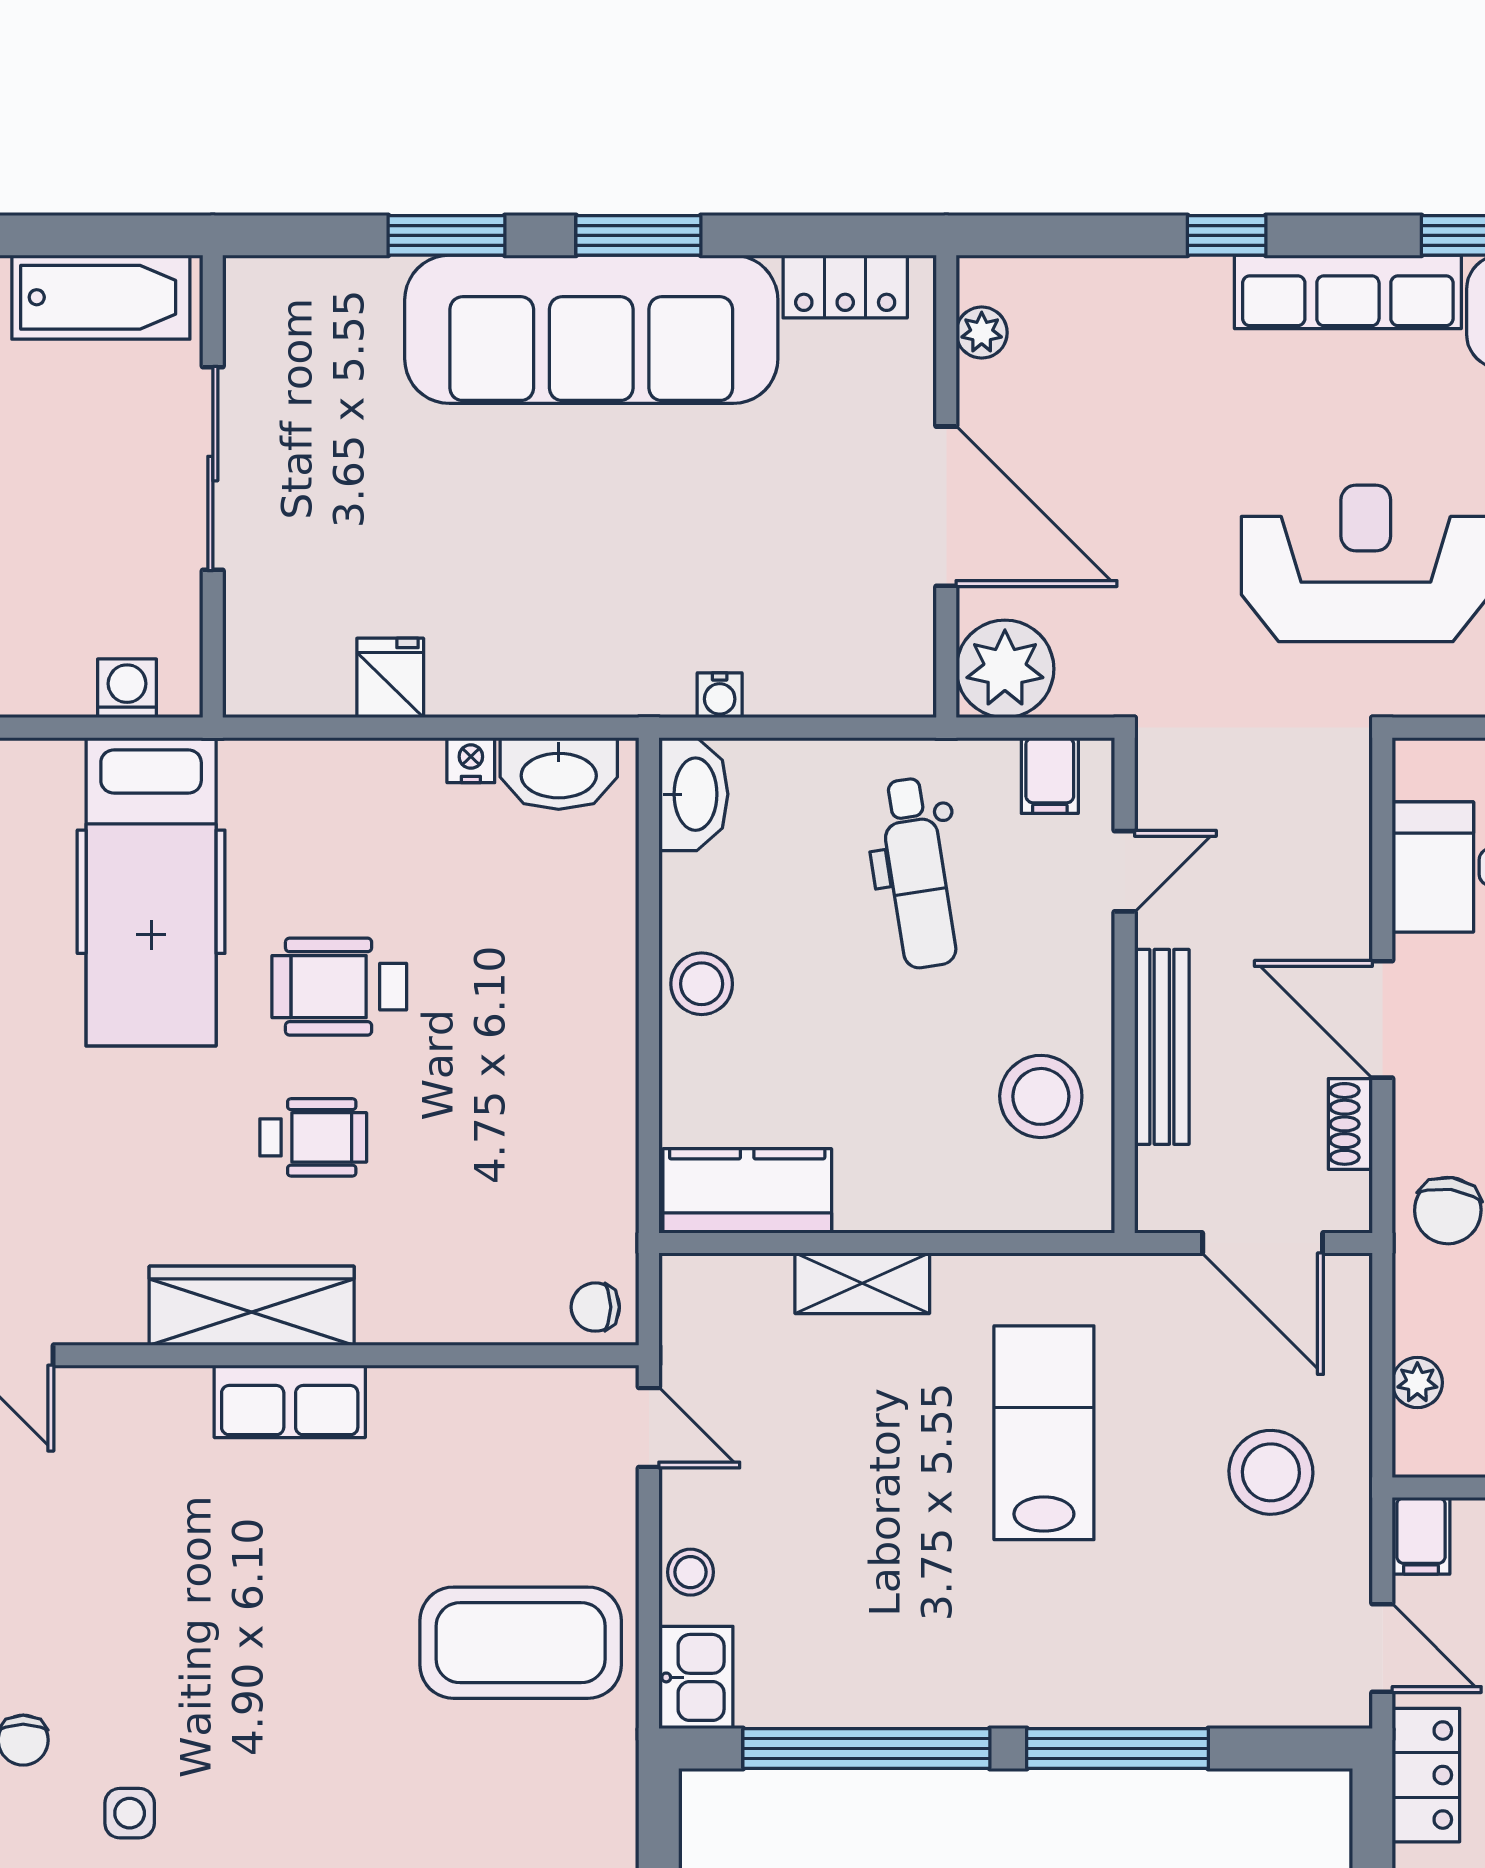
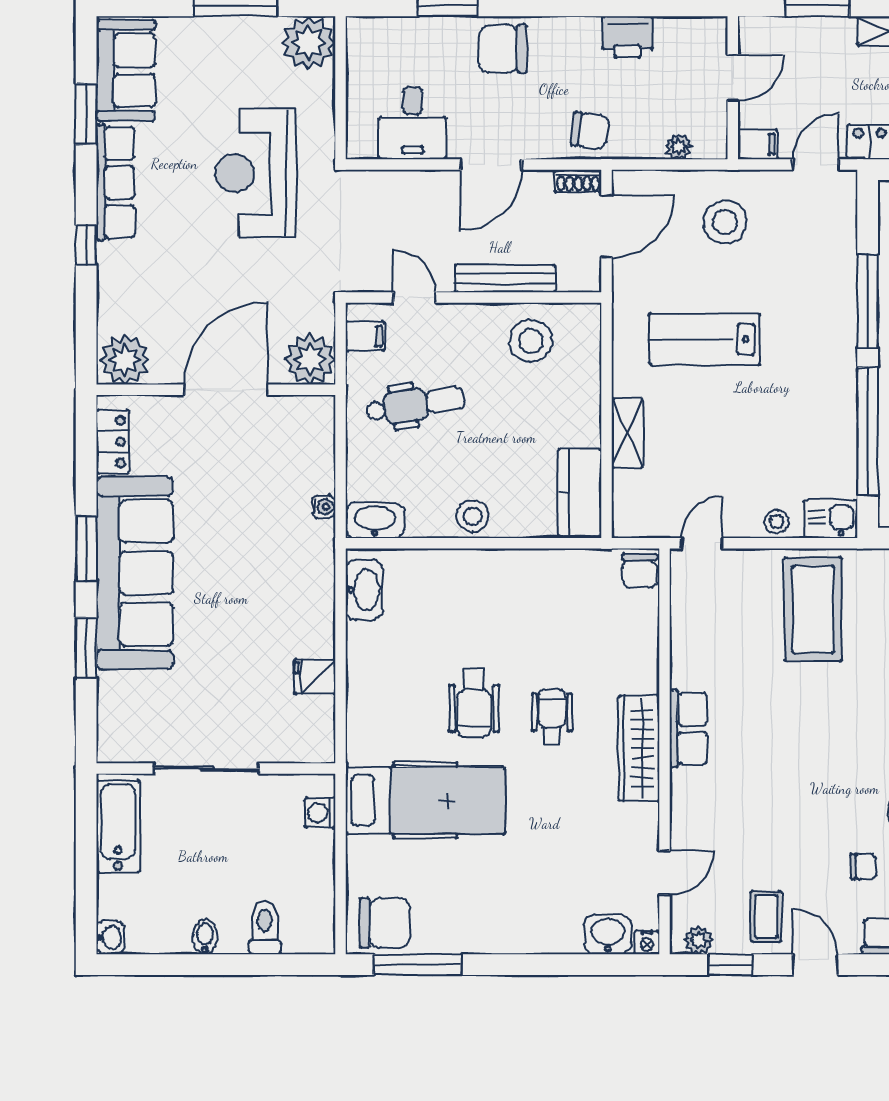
plant: (982, 333) -> (125, 360), width x1.88, depth x1.88
nightstand: (471, 760) -> (357, 635), removed
shoe rack: (1350, 1124) -> (578, 181), moved
chair: (595, 1307) -> (640, 571), width x1.37, depth x1.37

